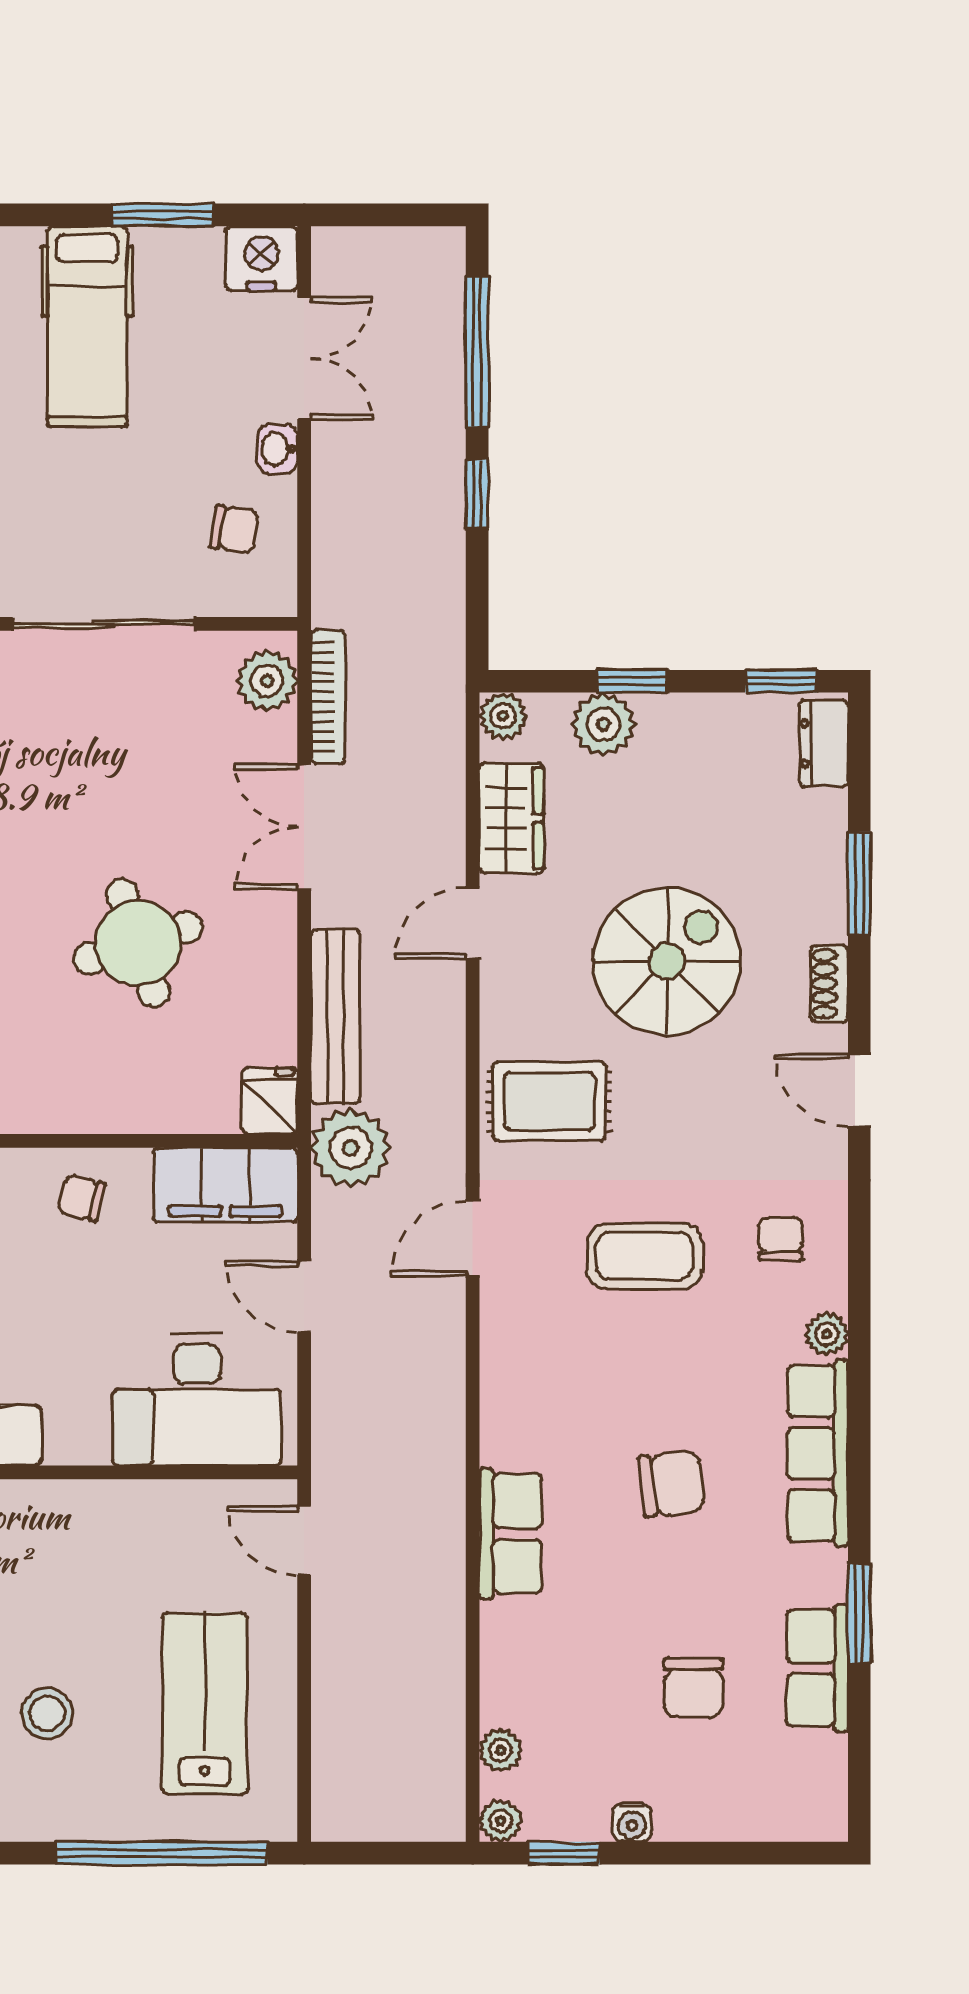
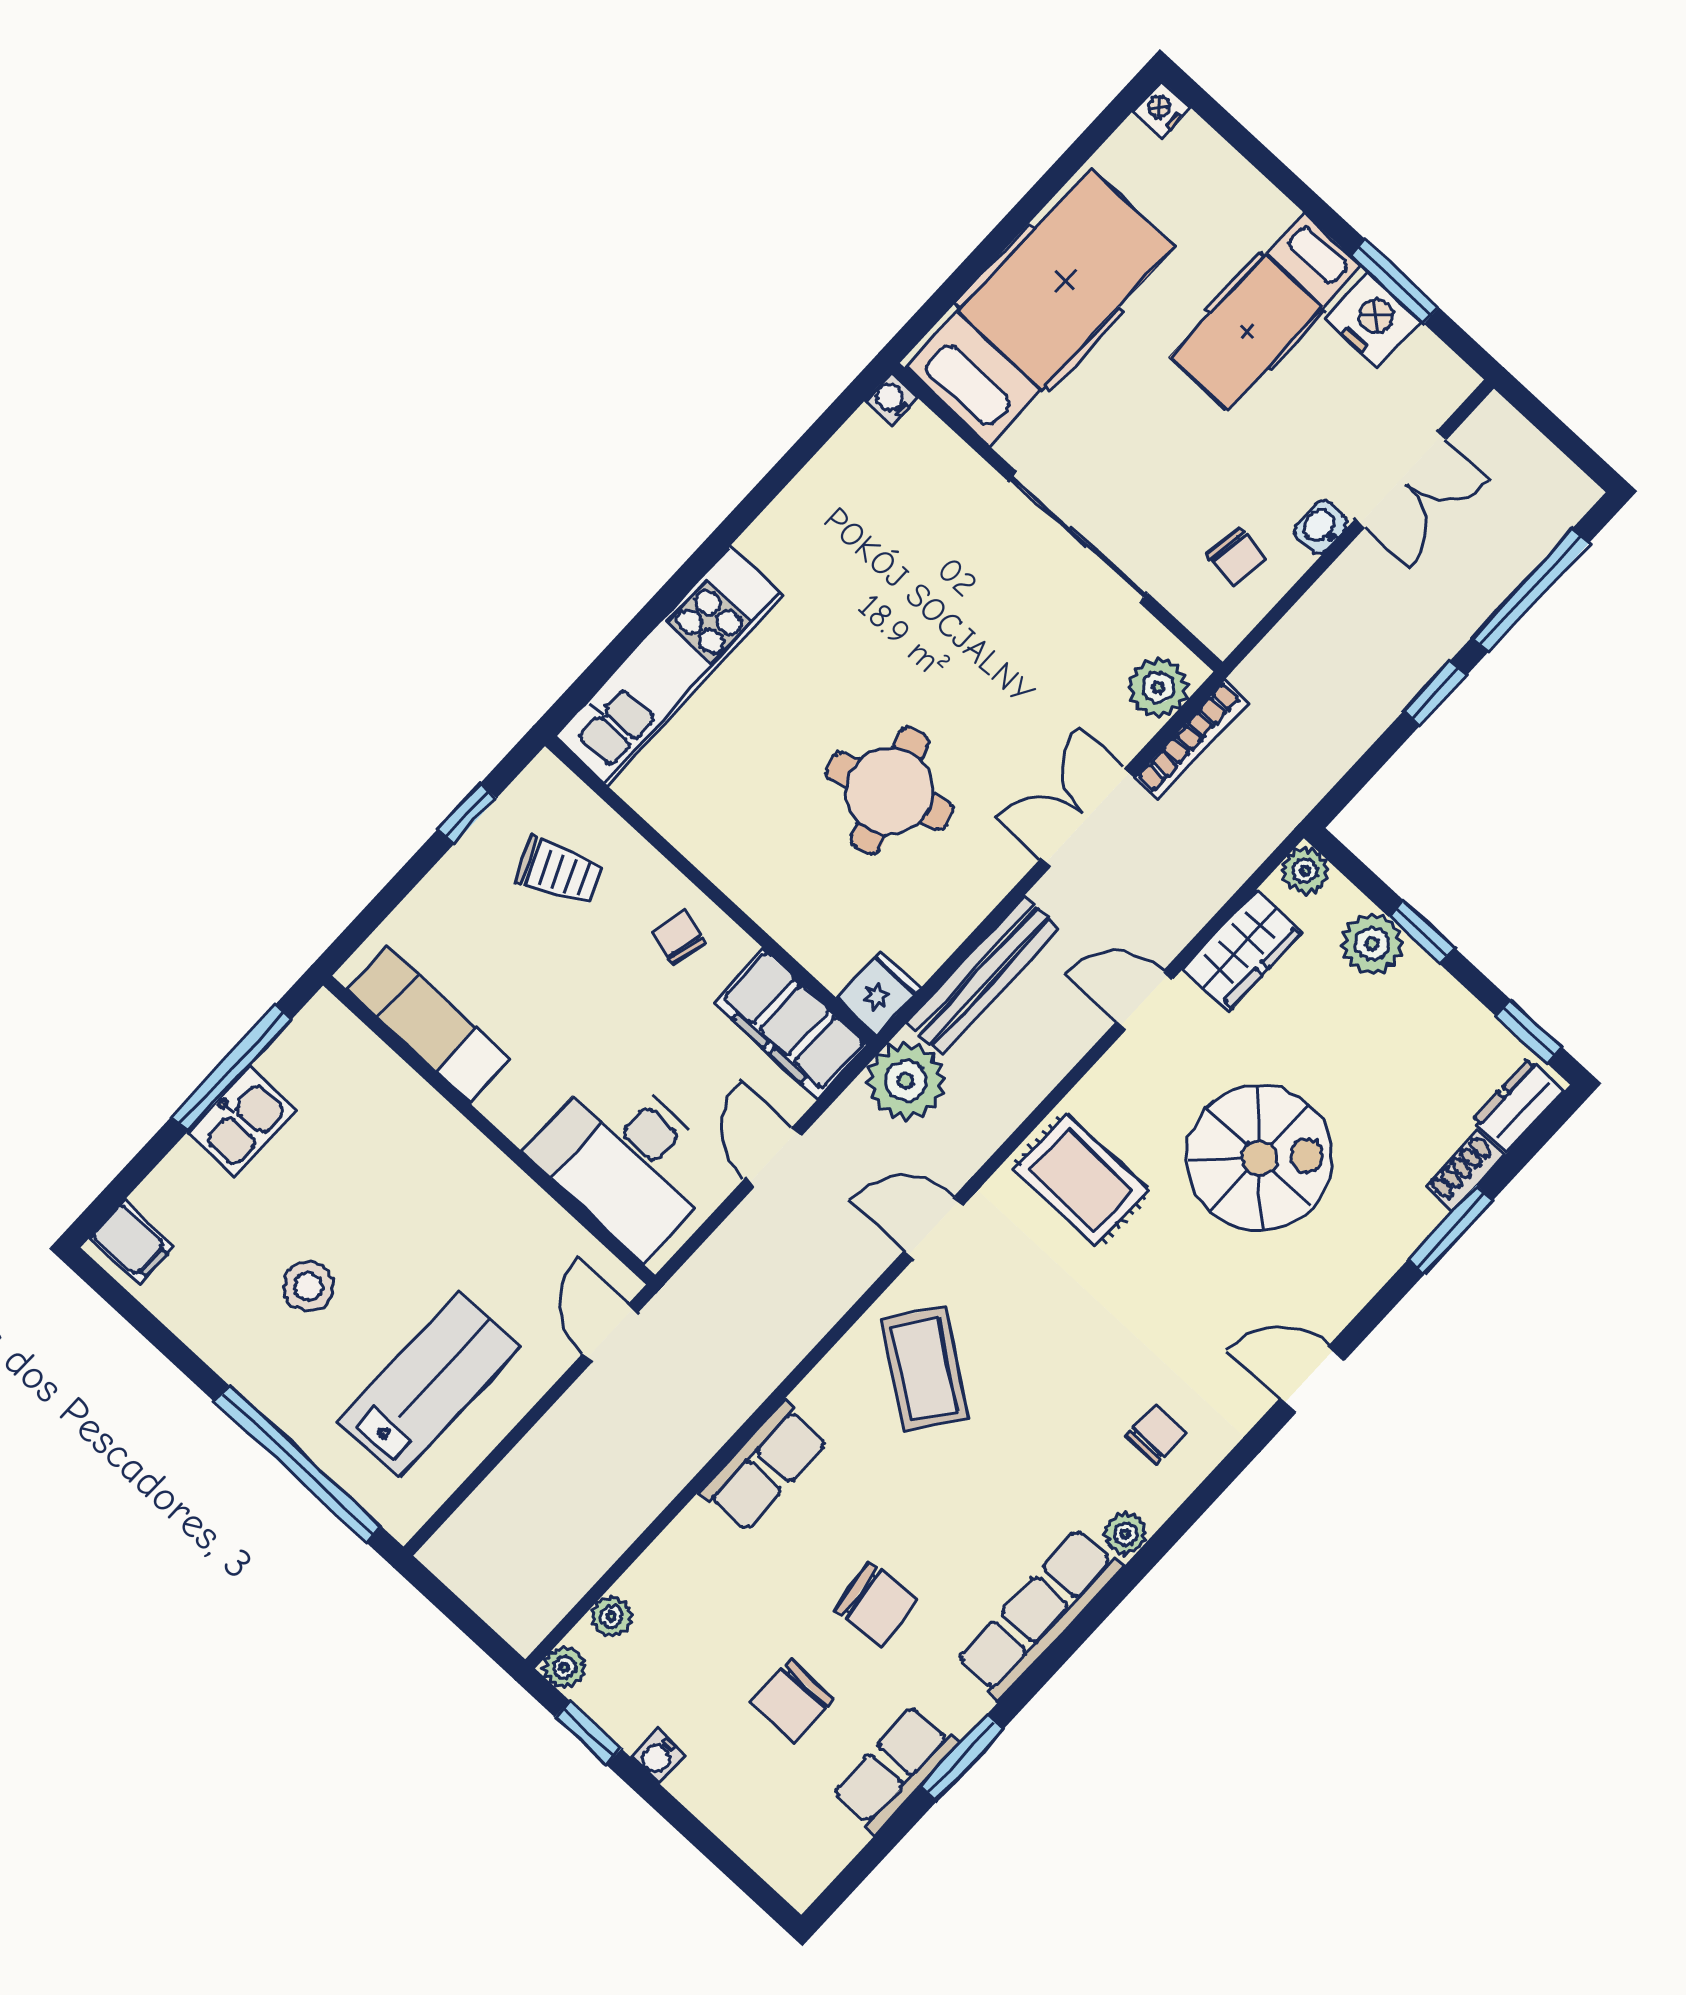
nightstand: (261, 258) -> (1373, 320), moved
shoe rack: (829, 984) -> (1465, 1171), moved
door: (859, 1090) -> (1312, 1379), hinge flipped
coffee table: (645, 1256) -> (925, 1369), moved, turned 36
chair: (672, 1484) -> (876, 1604), moved

